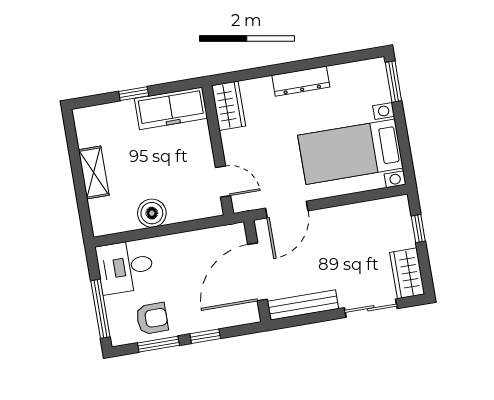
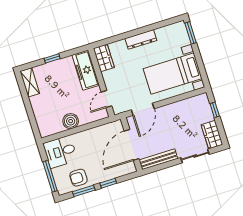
freezer: (171, 108) -> (86, 70), moved, turned 90
shelving: (94, 173) -> (30, 82), moved
door: (223, 182) -> (106, 99), swing flipped
armchair: (152, 318) -> (78, 178), turned 180

